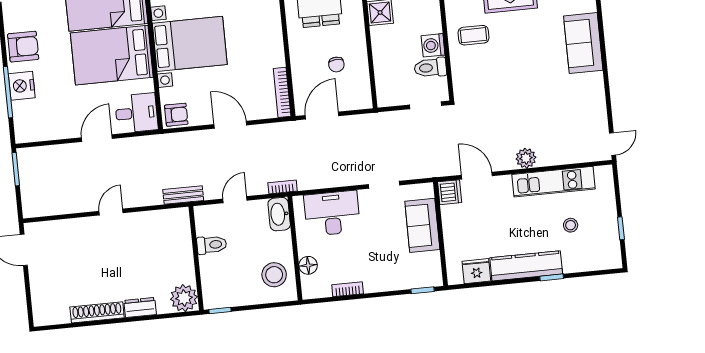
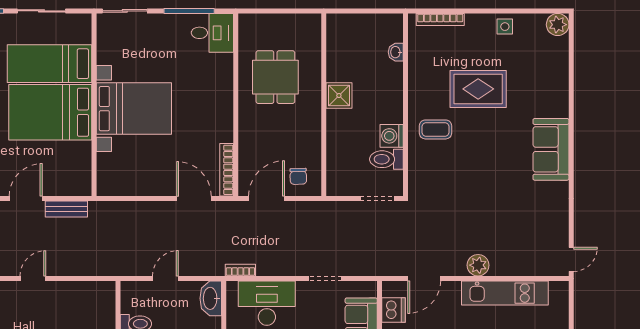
chair: (336, 64) -> (298, 176), moved
desk: (136, 113) -> (70, 176), removed
armchair: (176, 115) -> (112, 182), removed
door: (230, 125) -> (194, 199), moved
door: (477, 176) -> (424, 278), swing flipped
bookcase: (283, 187) -> (240, 270), moved
dishwasher: (450, 192) -> (394, 310), moved
bench: (183, 195) -> (66, 209), moved

